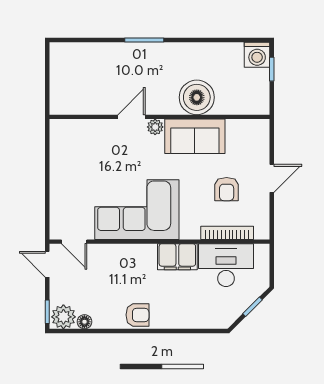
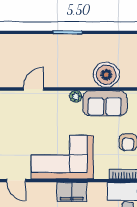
door: (132, 117) -> (33, 89), moved
filing cabinet: (177, 257) -> (72, 192), moved

